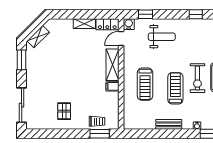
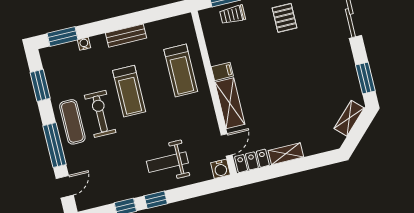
window: (145, 14) -> (156, 200), moved
treadmill: (145, 84) -> (181, 70), moved, turned 180

